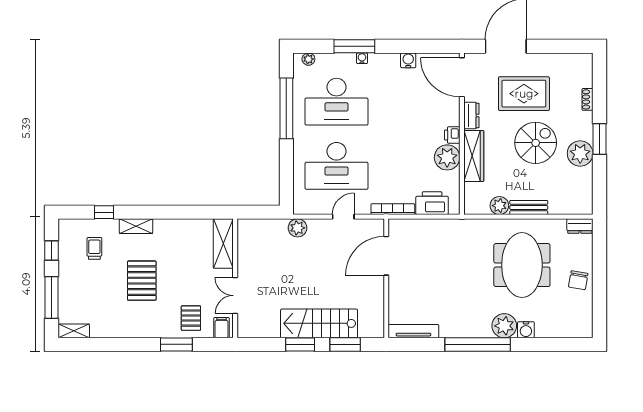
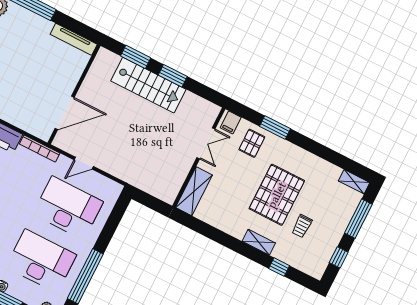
plant: (298, 228) -> (126, 173), removed
trolley: (94, 248) -> (302, 226), moved
pallet: (142, 281) -> (277, 195), width x1.37, depth x1.41

